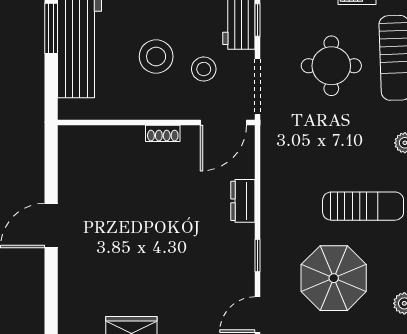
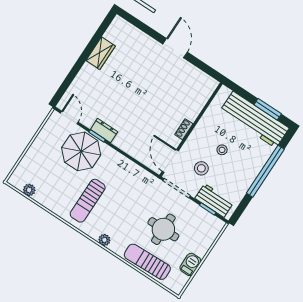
stool: (156, 56) -> (222, 150), width x0.53, depth x0.53
dresser: (243, 201) -> (104, 131), moved
parasol: (334, 278) -> (81, 151), moved

